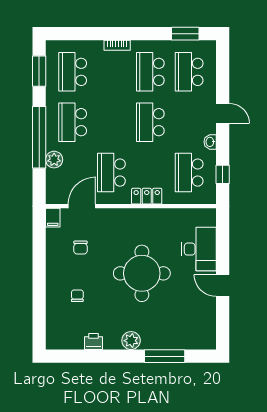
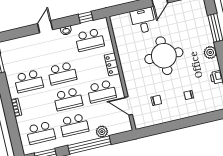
school desk: (189, 72) -> (68, 99), moved
filing cabinet: (53, 218) -> (141, 123), removed
desk: (199, 249) -> (143, 21), width x0.73

